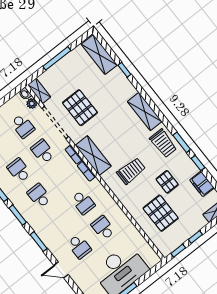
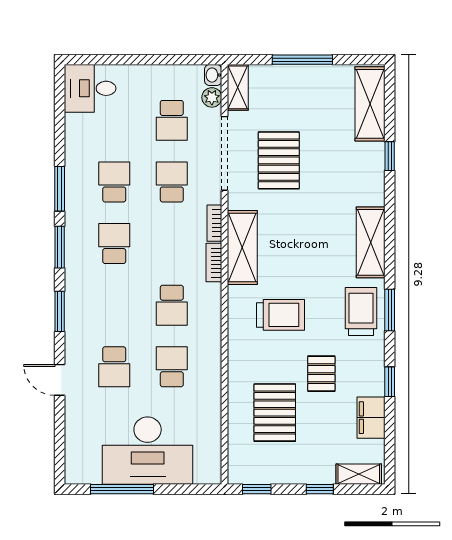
window: (182, 142) -> (390, 310), moved
trolley: (163, 143) -> (361, 312), turned 180
window: (195, 237) -> (320, 489), moved

